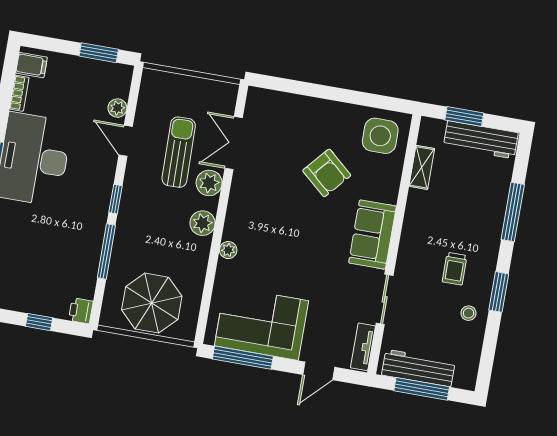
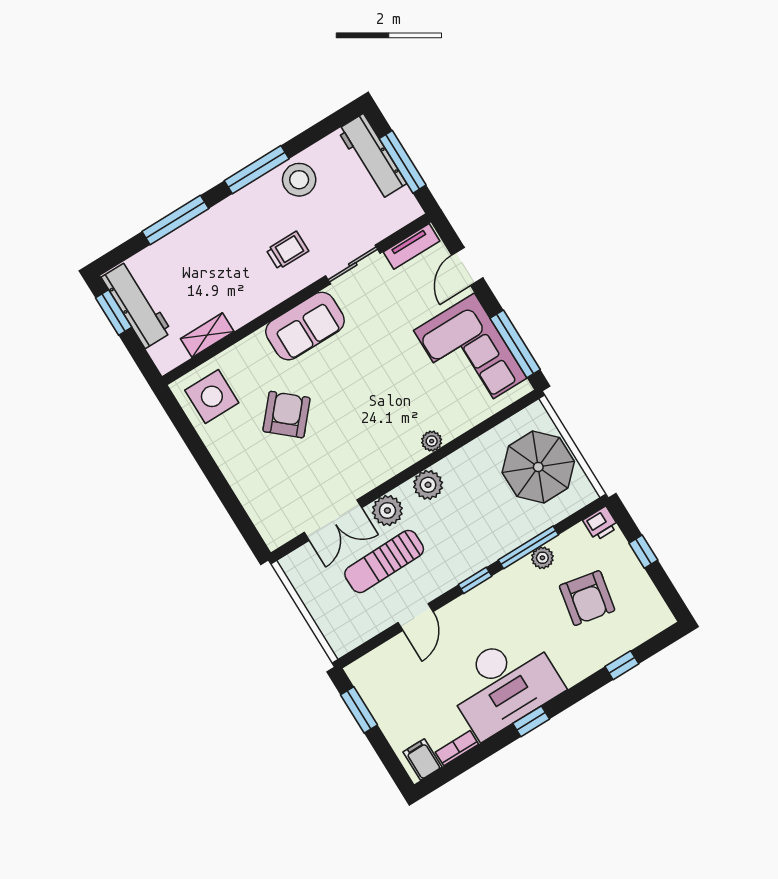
plant: (117, 108) -> (542, 558), moved
window: (464, 116) -> (114, 313), moved
armchair: (41, 260) -> (587, 598), added
trolley: (455, 269) -> (287, 250), moved
window: (499, 292) -> (257, 170), width x1.44
stool: (469, 313) -> (299, 180), width x1.89, depth x1.89
workbench: (418, 368) -> (372, 157), moved
door: (319, 371) -> (467, 267), swing flipped

